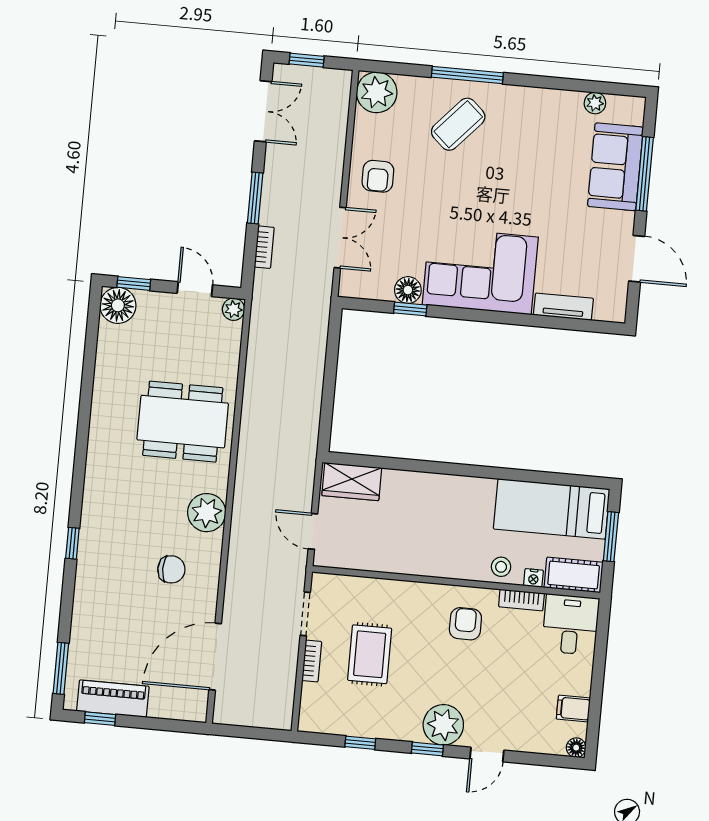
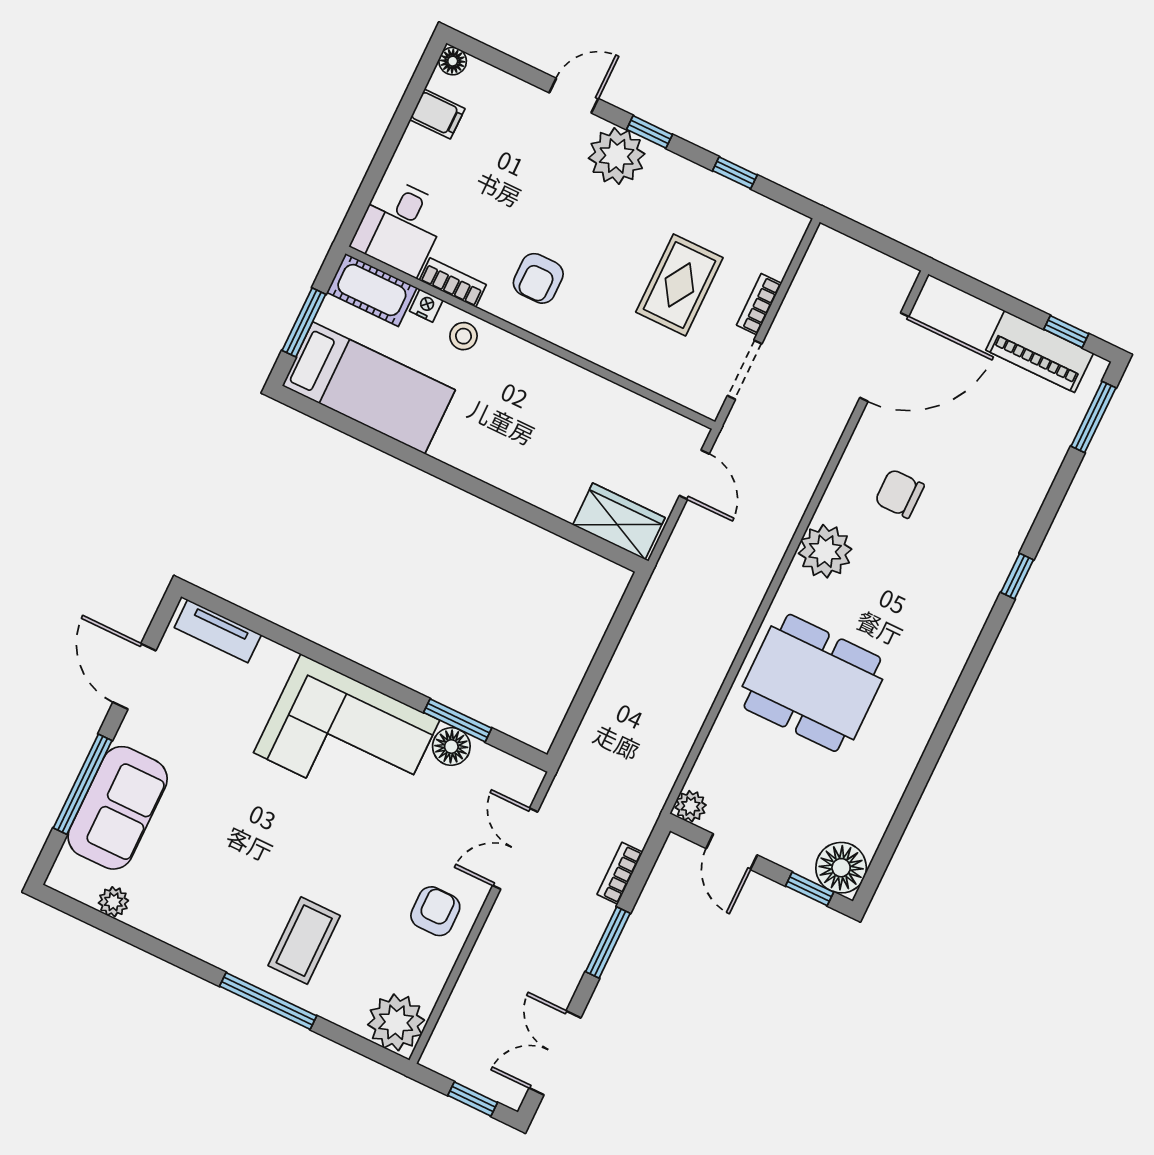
coffee table: (458, 124) -> (304, 941), turned -42
tv unit: (563, 307) -> (218, 631), moved
window: (410, 309) -> (458, 720), width x1.50

